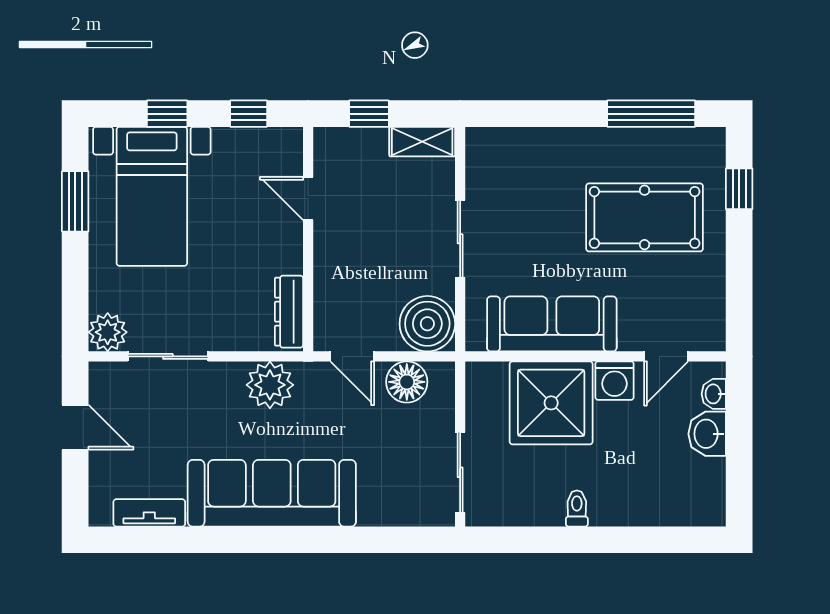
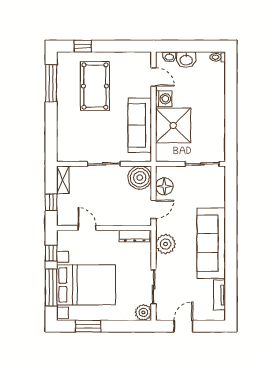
window: (167, 114) -> (51, 287), width x2.17
bed with nightstands: (152, 196) -> (86, 285), width x1.36
door: (308, 199) -> (87, 228), swing flipped
toilet: (577, 508) -> (218, 57), moved

